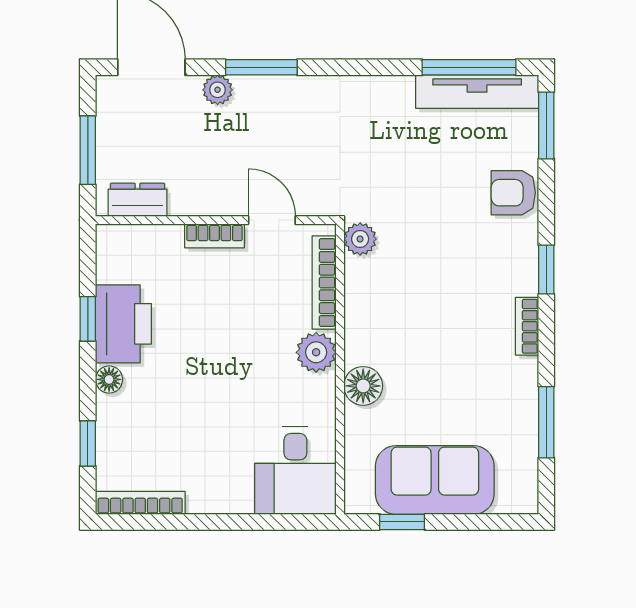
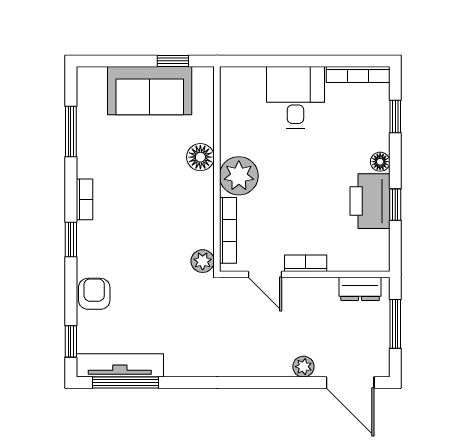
window: (261, 67) -> (272, 383), removed
window: (546, 125) -> (71, 341), width x0.67
armchair: (513, 193) -> (94, 294), turned -90
plant: (316, 352) -> (239, 176), width x1.36, depth x1.36
desk: (295, 470) -> (295, 97), moved

